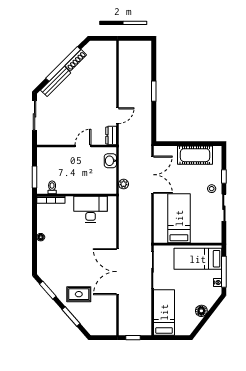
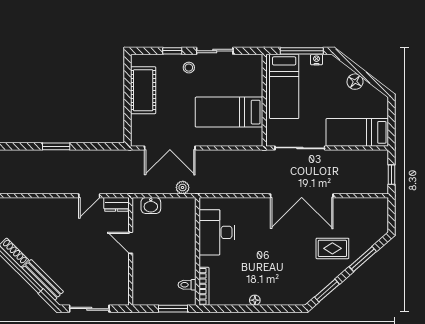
door: (118, 116) -> (89, 196), swing flipped
double door: (153, 175) -> (170, 148), swing flipped
rug: (79, 294) -> (332, 248), turned 90

